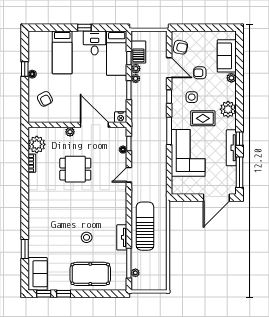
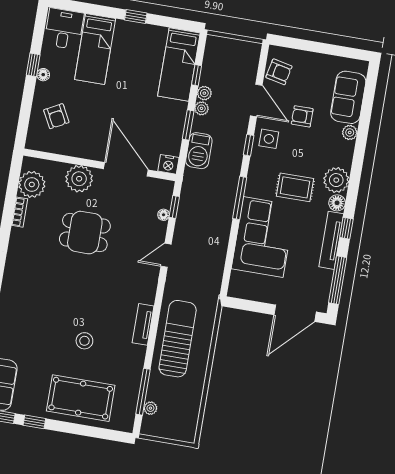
desk: (95, 43) -> (64, 29), moved
barbecue: (138, 52) -> (199, 151), moved
side table: (192, 97) -> (269, 139), moved
floor lamp: (231, 124) -> (337, 203), added
plant: (70, 132) -> (79, 179), width x1.88, depth x1.88
tv unit: (122, 237) -> (143, 324), moved

